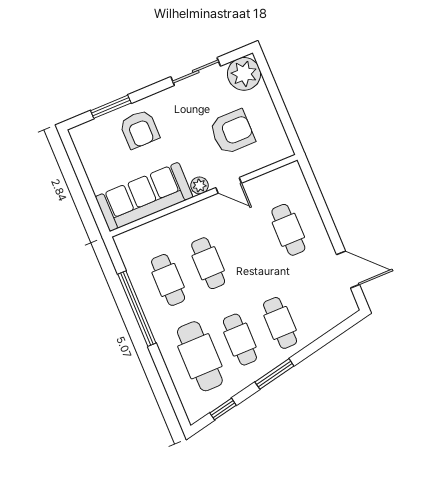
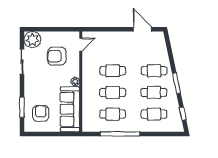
armchair: (139, 129) -> (41, 113), moved, turned -90
armchair: (232, 132) -> (57, 56), turned -90
door: (229, 185) -> (81, 45), moved
cafe table: (288, 230) -> (113, 71), moved
door: (348, 270) -> (142, 29), hinge flipped
cafe table: (200, 356) -> (154, 114), width x0.73, depth x0.74

